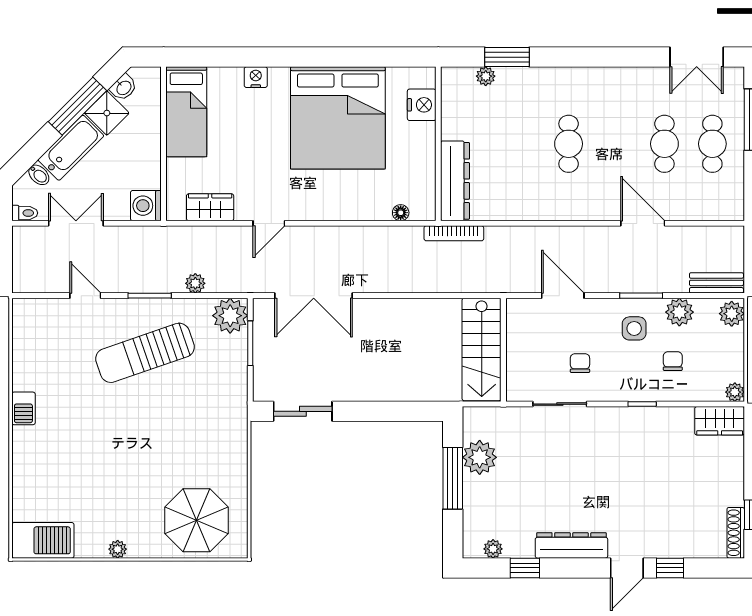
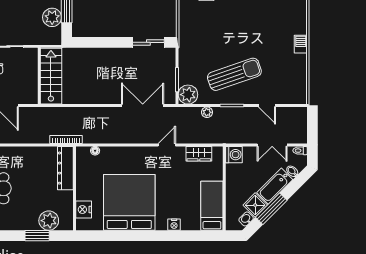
plant: (486, 76) -> (49, 221), width x1.88, depth x1.88

